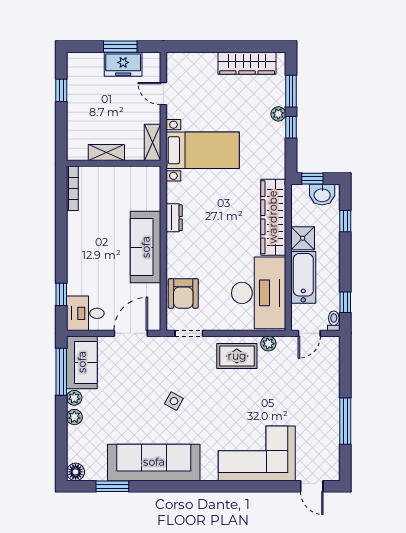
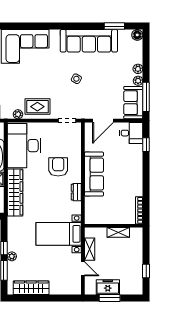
shelving: (153, 142) -> (90, 249), moved
armchair: (183, 293) -> (58, 167), moved

